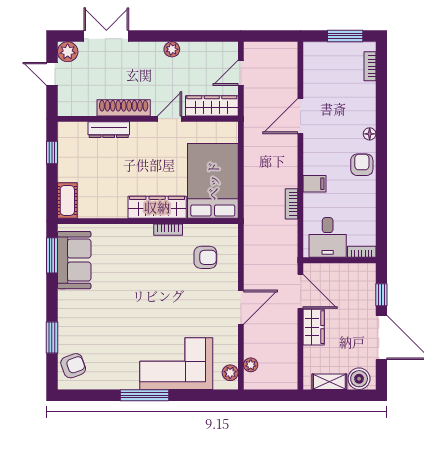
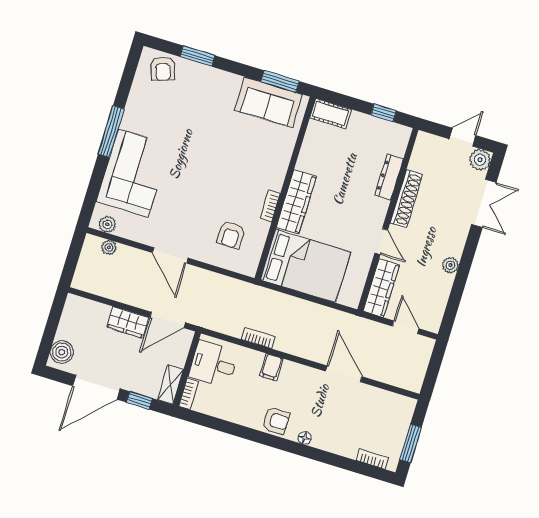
shelving: (329, 382) -> (170, 385), moved

